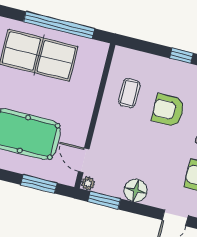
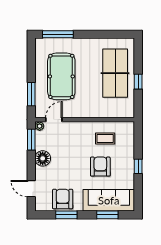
window: (59, 25) -> (138, 82), width x0.32

